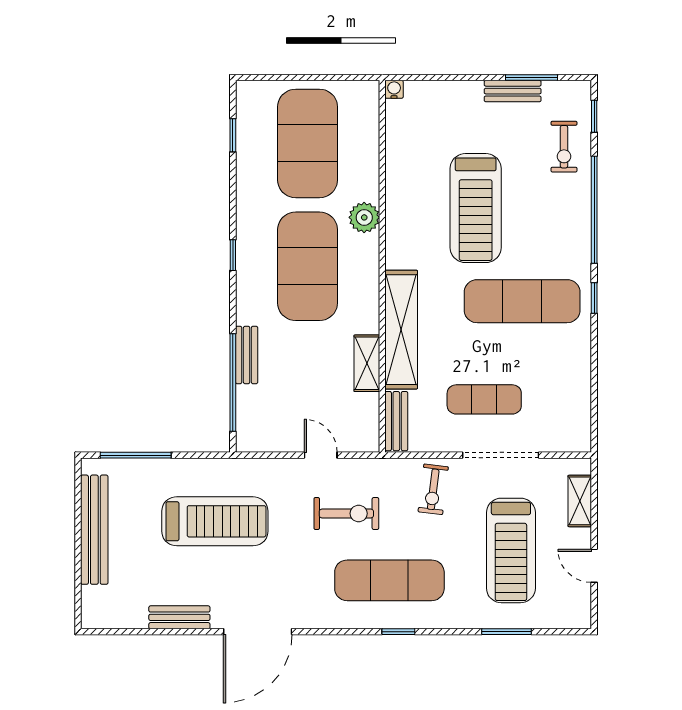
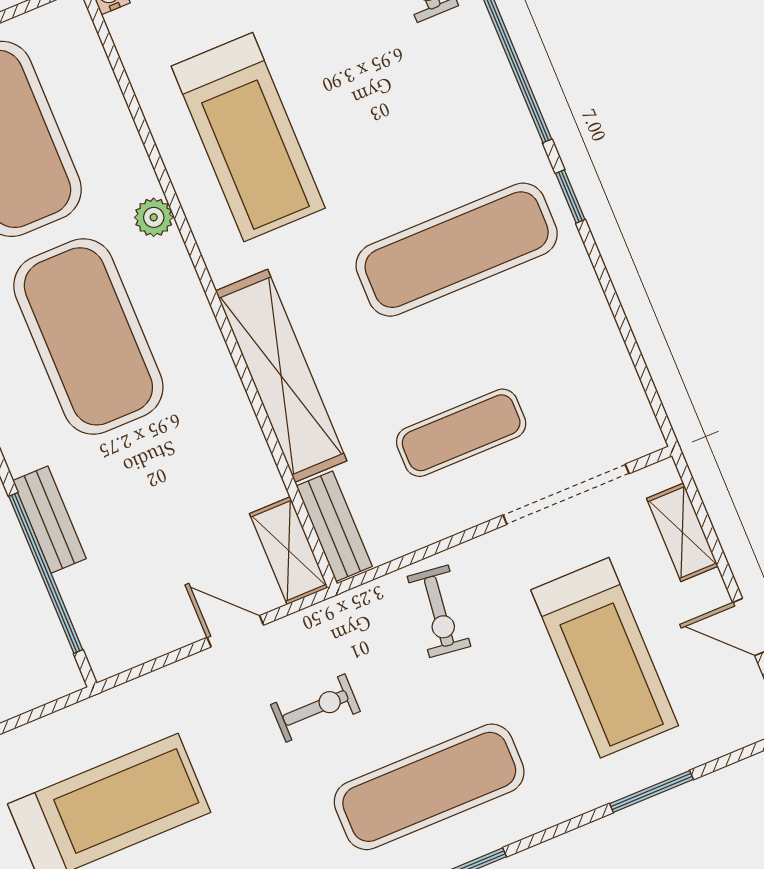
treadmill: (476, 208) -> (248, 137), moved
plant: (364, 217) -> (154, 217), width x0.73, depth x0.73
shelving: (367, 363) -> (289, 551), moved
doorway: (501, 455) -> (566, 494), moved
exercise bike: (346, 513) -> (315, 708), width x0.73, depth x0.72

